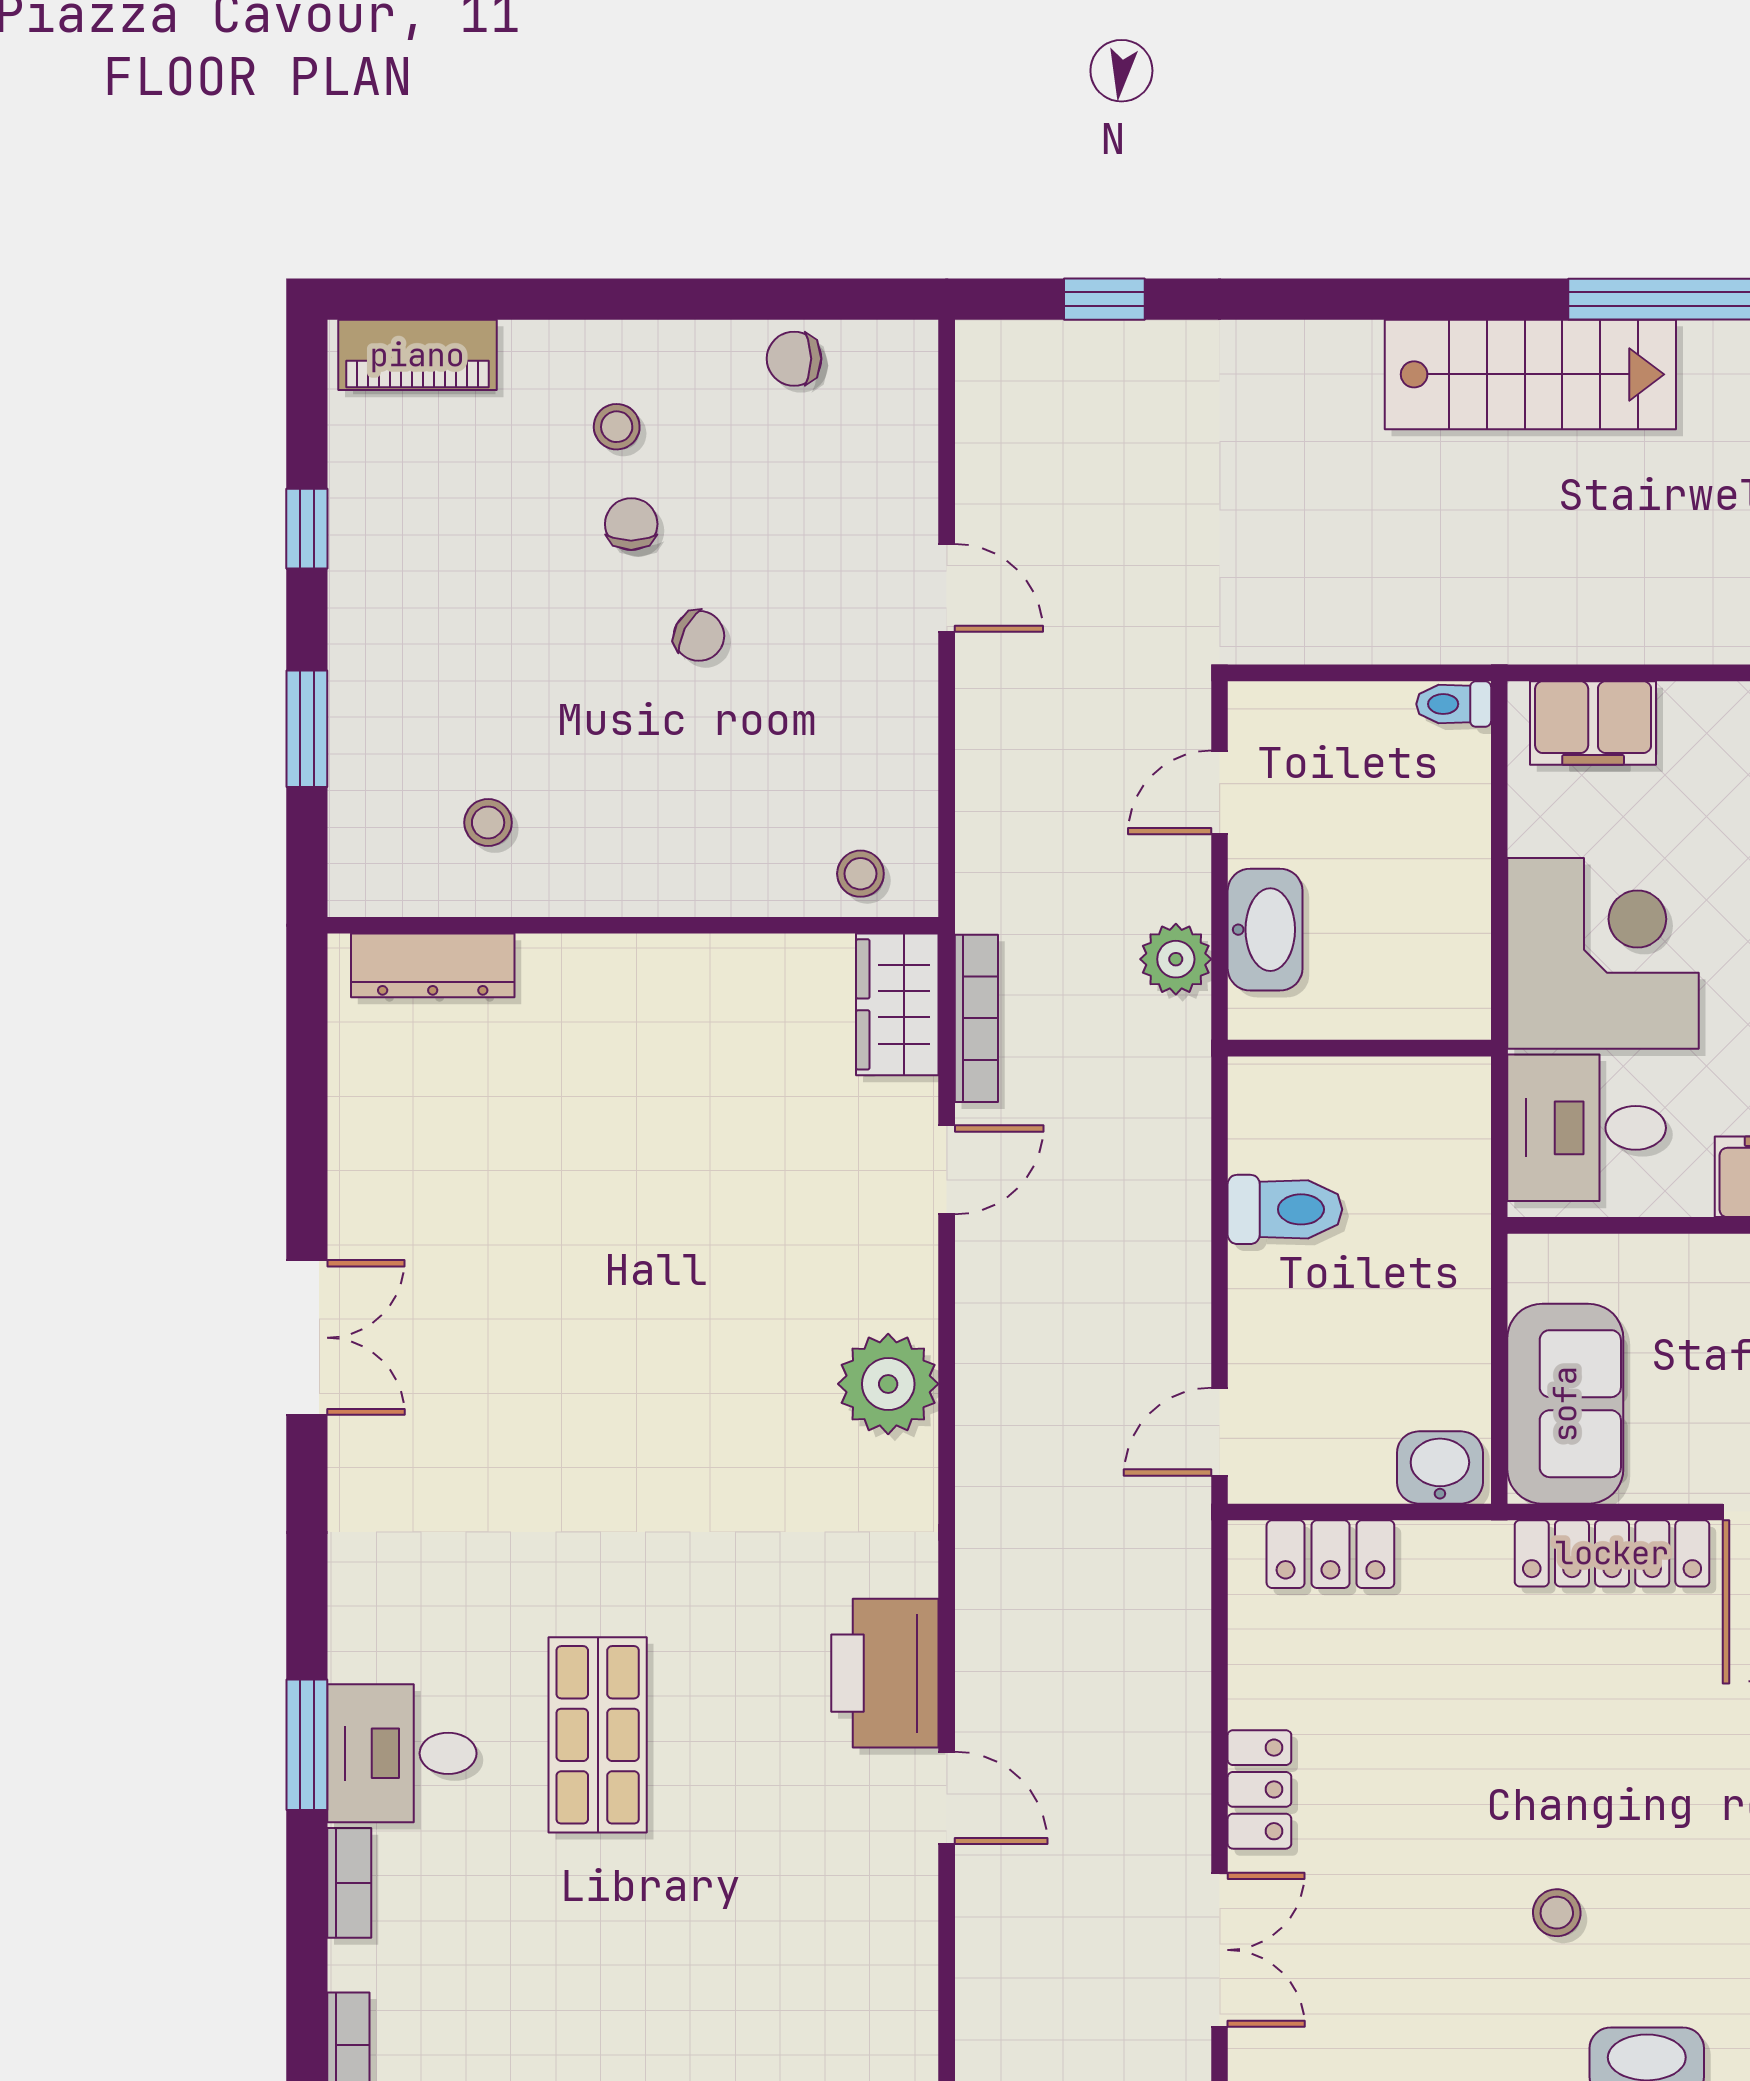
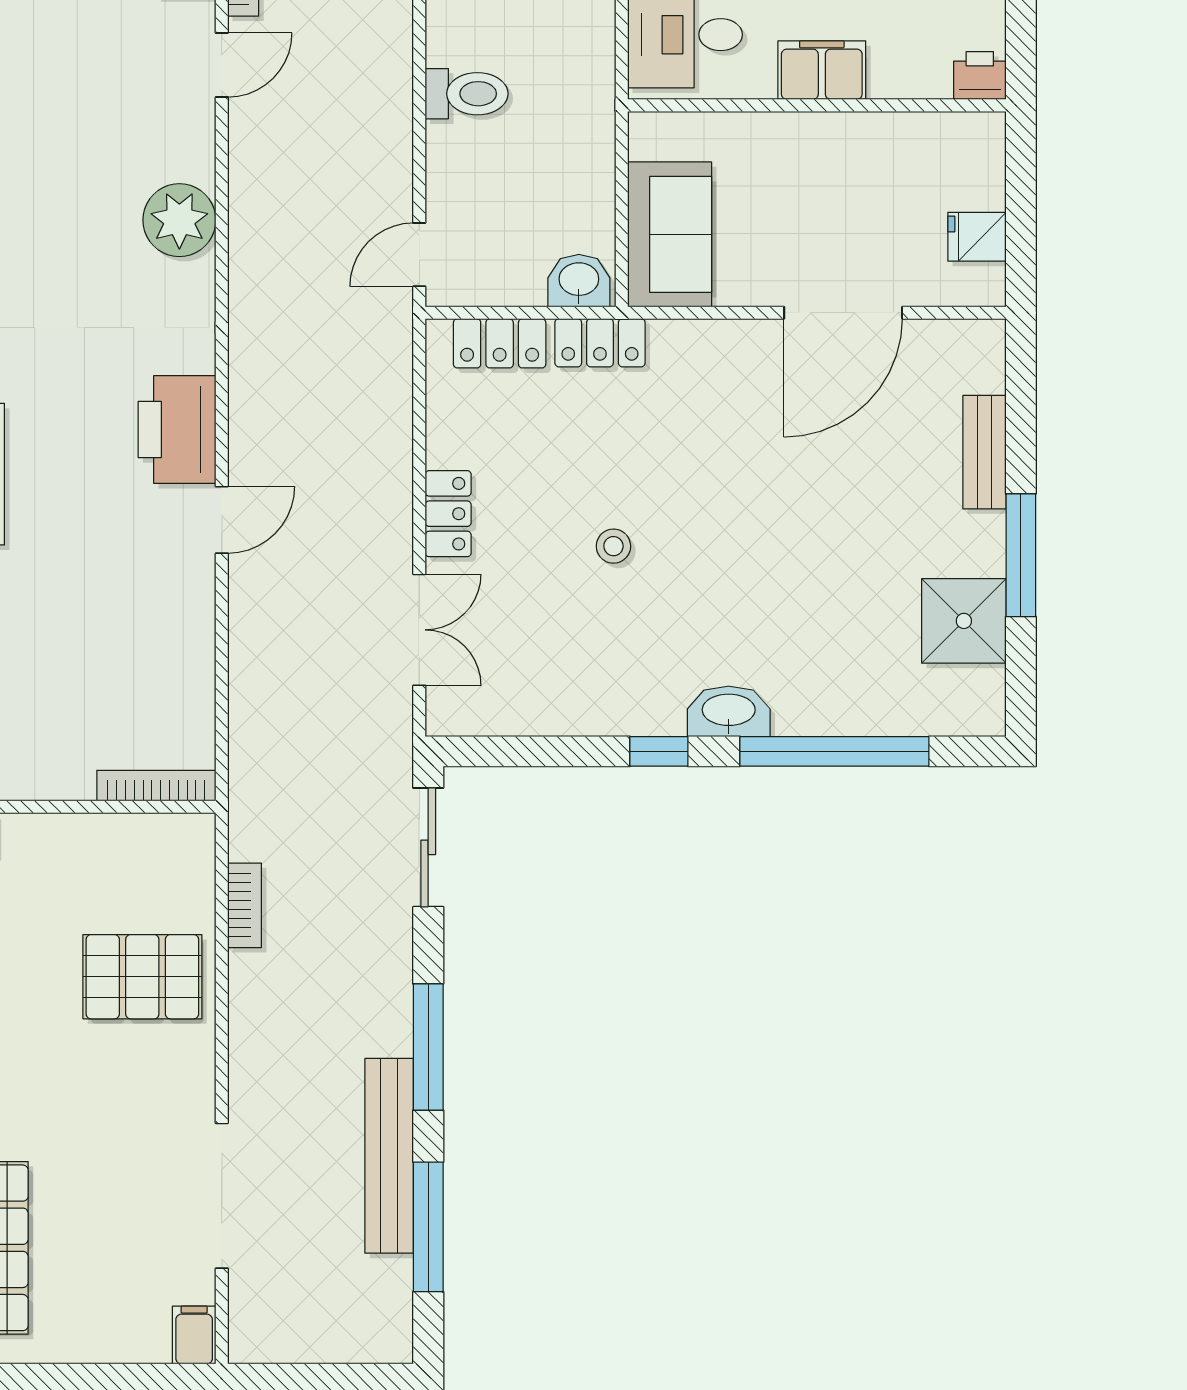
locker: (1612, 1553) -> (600, 343), moved, width x0.66
door: (947, 1798) -> (222, 520), hinge flipped
stool: (1557, 1913) -> (613, 546), moved

